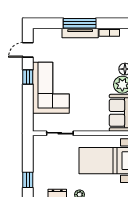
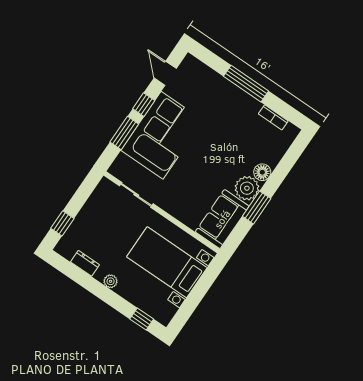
tv unit: (80, 33) -> (239, 95), removed
door: (28, 50) -> (165, 73), hinge flipped
window: (28, 102) -> (124, 133), added

